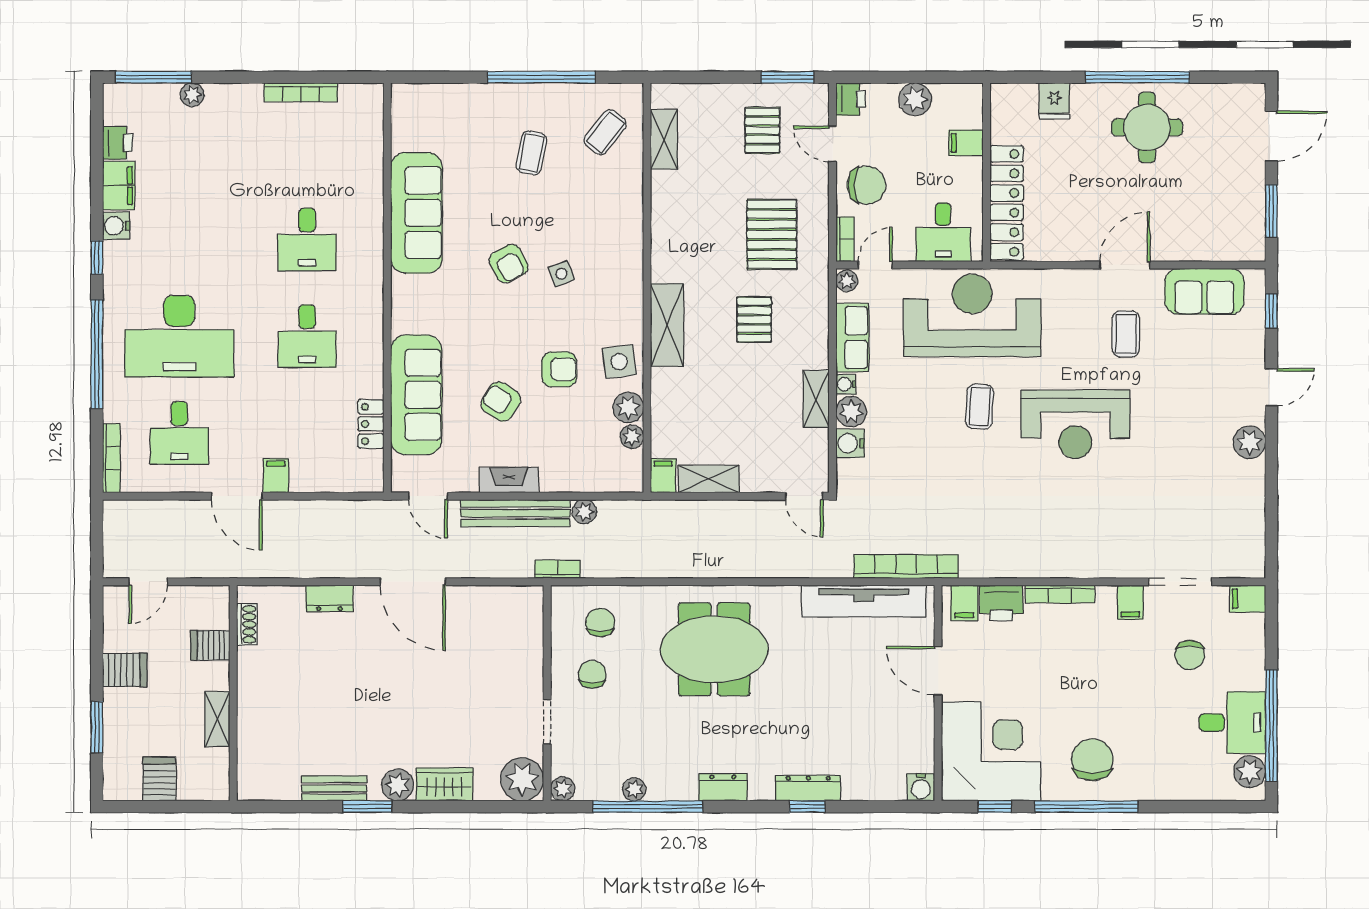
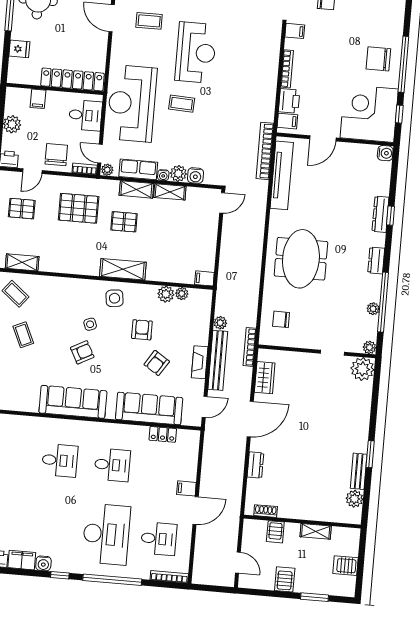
coffee table: (531, 153) -> (23, 335), turned 55
sofa: (416, 213) -> (73, 402), moved
side table: (619, 362) -> (115, 298), moved
shelving: (709, 479) -> (136, 189), moved, turned 90
bookcase: (557, 569) -> (250, 347), width x1.56
chair: (592, 674) -> (309, 326), removed
wardrobe: (444, 784) -> (265, 378), moved, turned 180
plant: (398, 785) -> (354, 499), moved

